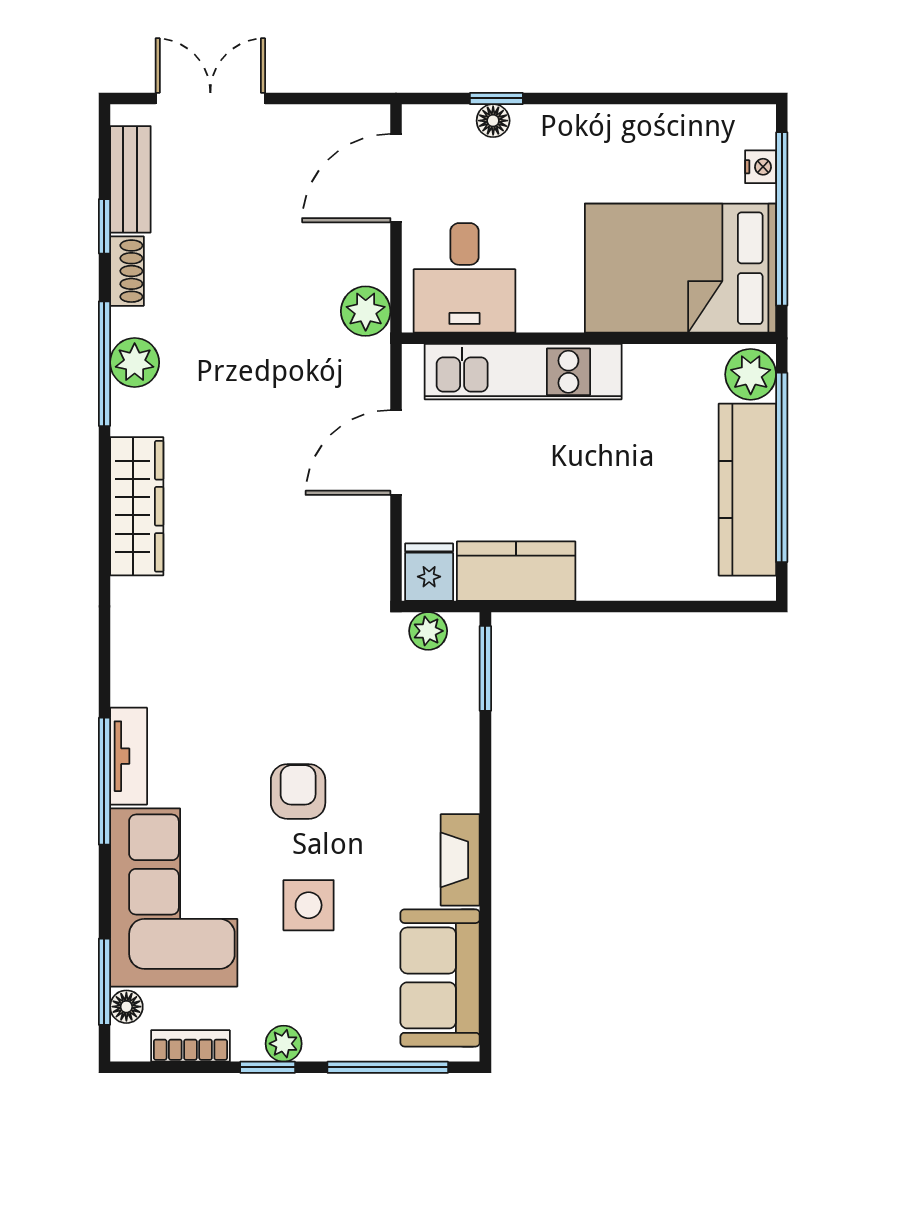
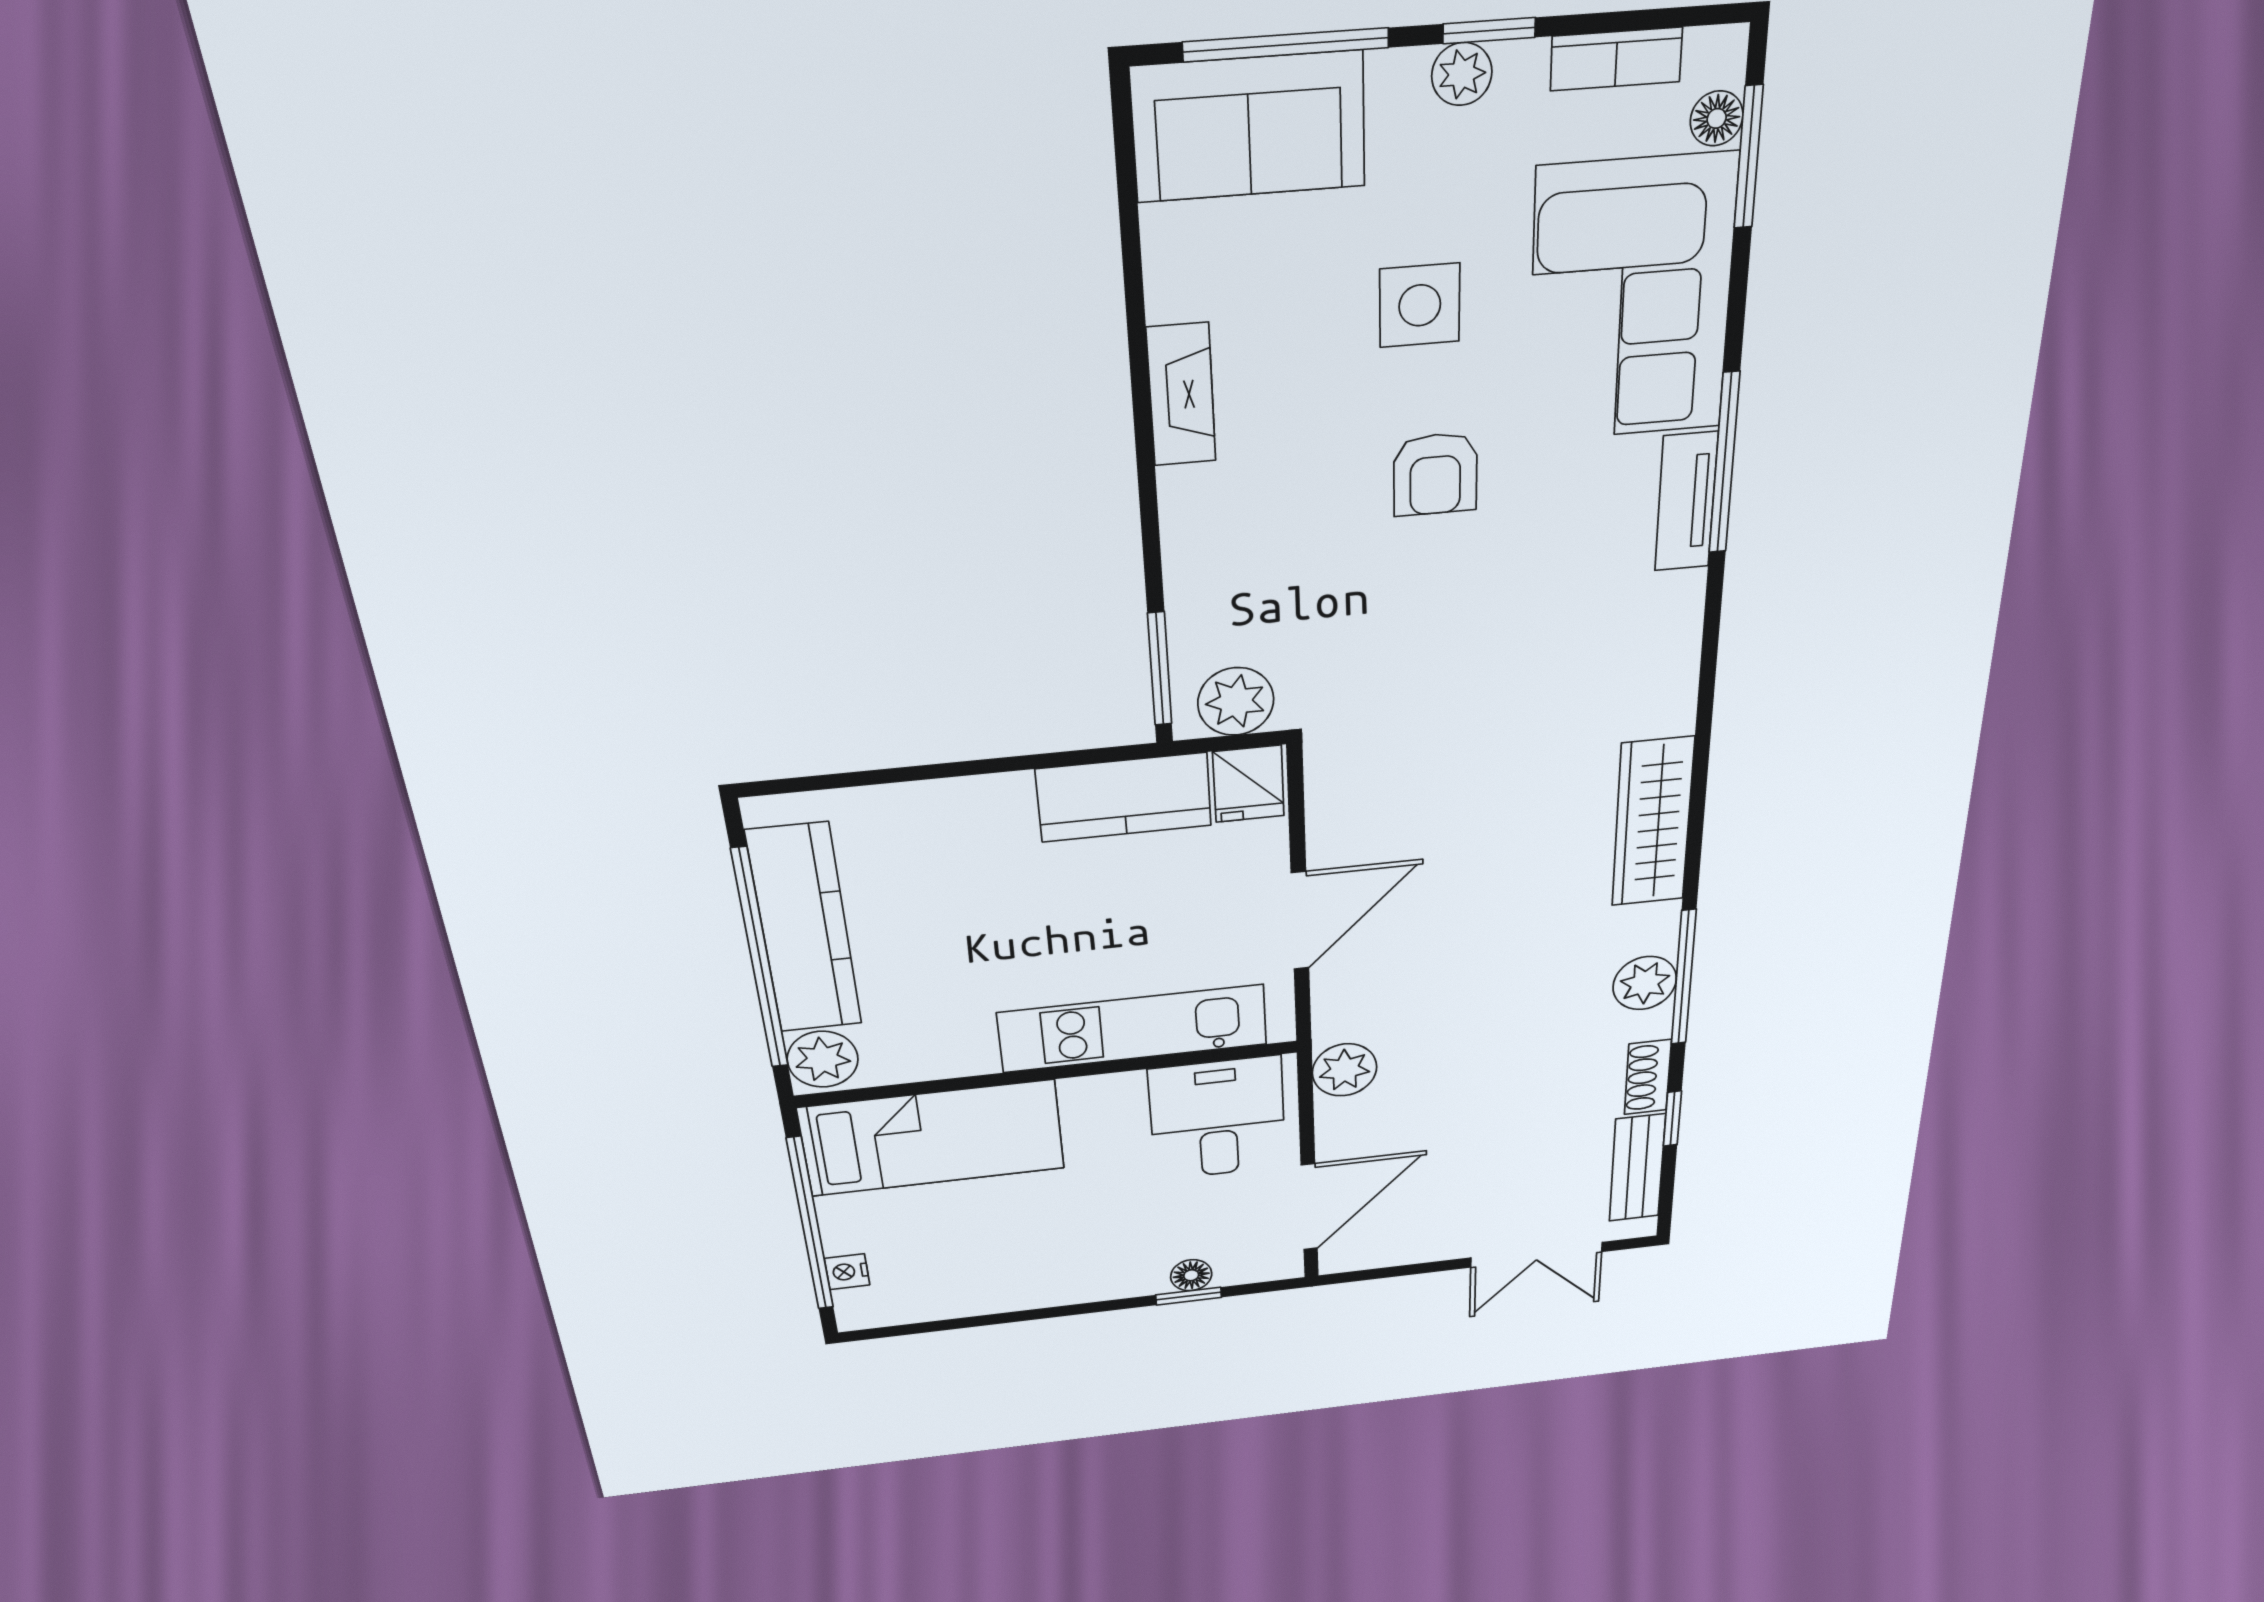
bed: (680, 268) -> (932, 1138), width x0.67
plant: (428, 631) -> (1236, 702), width x1.38, depth x1.38
sofa: (440, 978) -> (1249, 127), moved, turned 90

